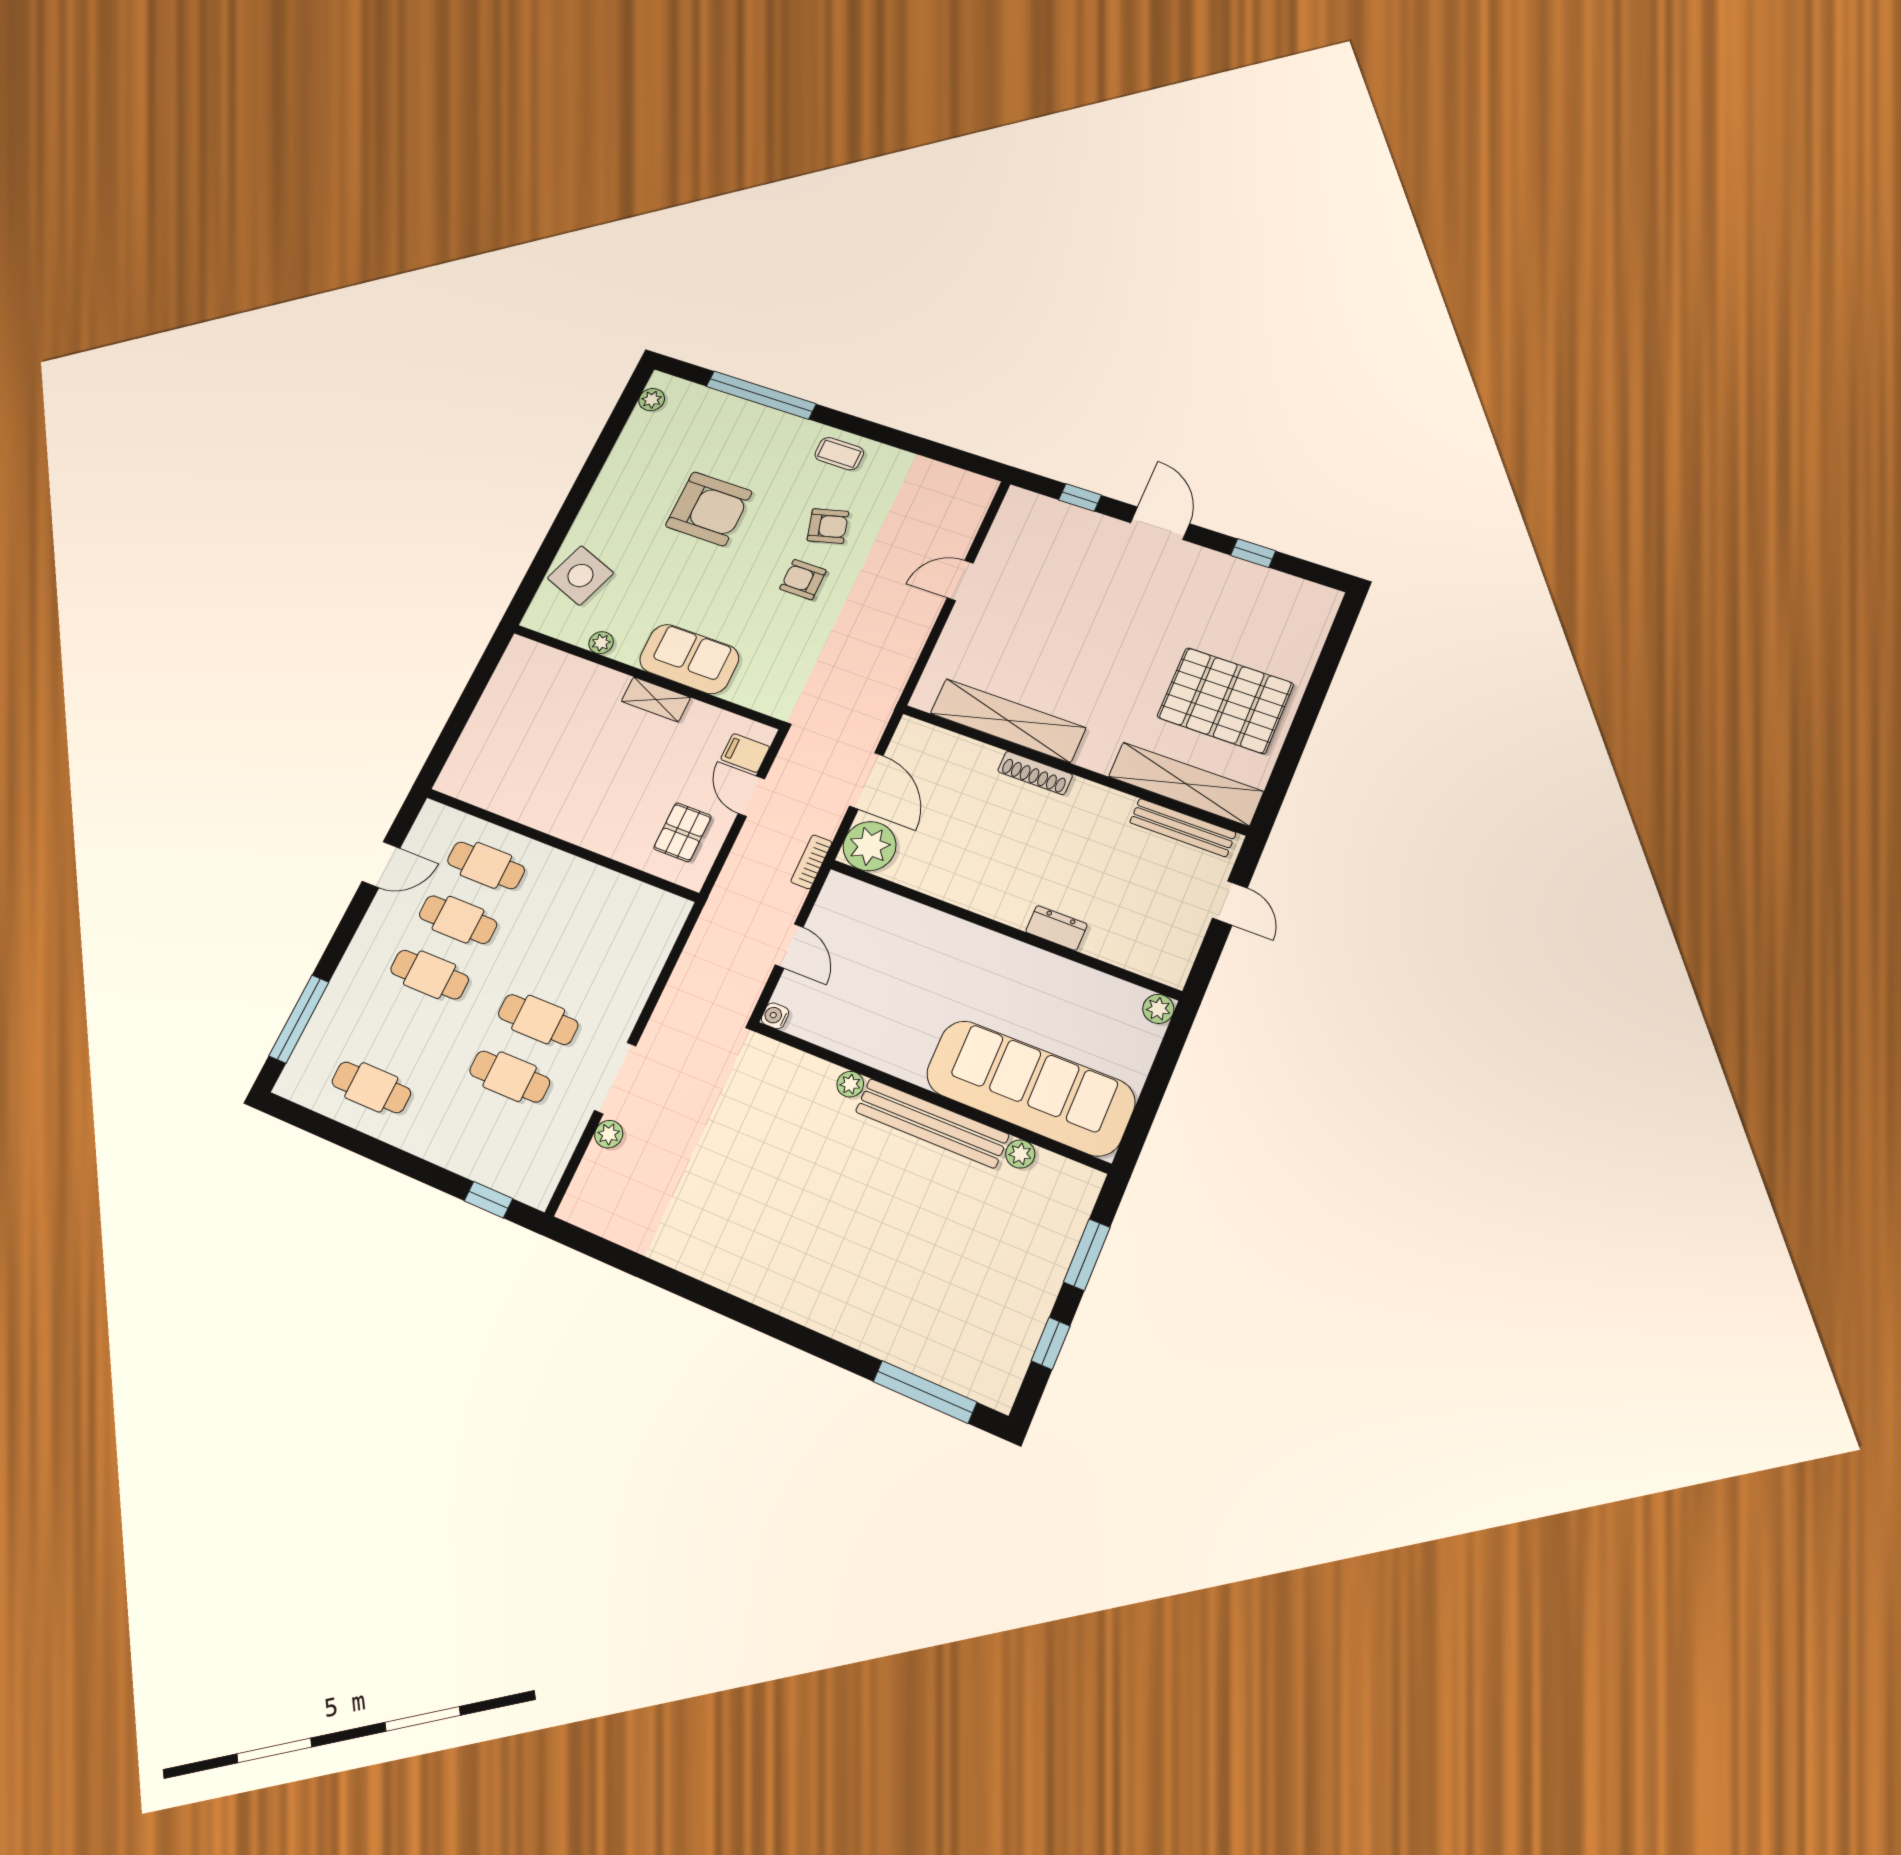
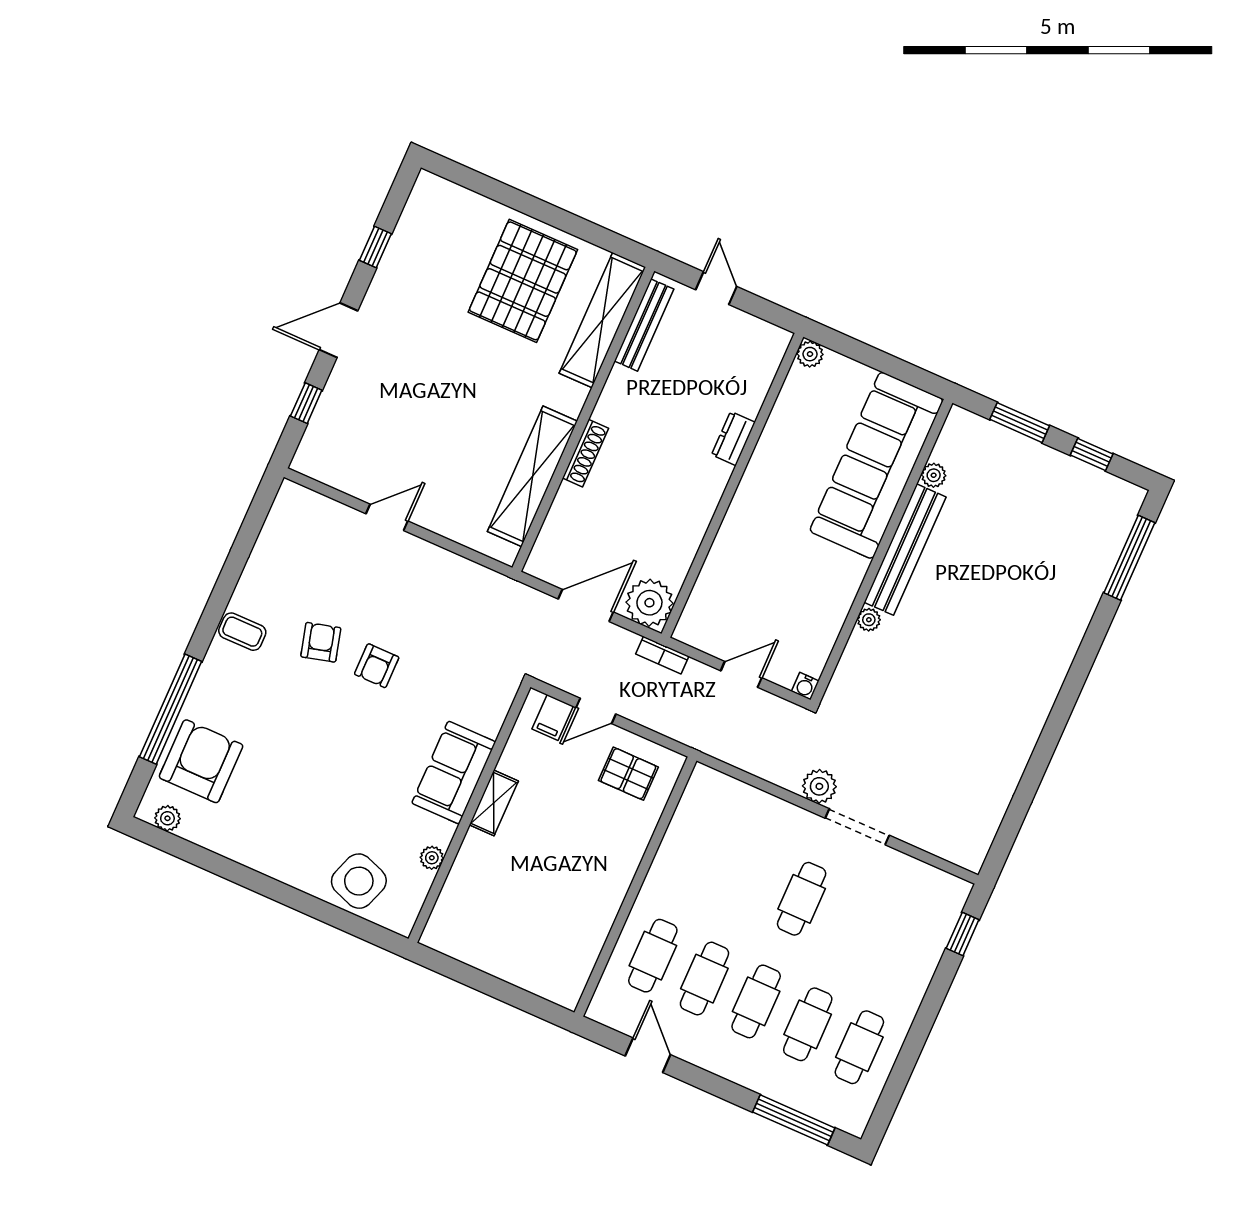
coffee table: (839, 454) -> (242, 632), turned 90
armchair: (709, 509) -> (201, 761), moved
door: (960, 580) -> (387, 517), swing flipped
door: (1230, 903) -> (716, 288), hinge flipped
cafe table: (510, 1077) -> (808, 1024), moved
plant: (609, 1134) -> (819, 786), moved, width x1.38, depth x1.38

